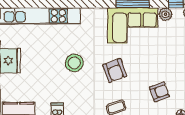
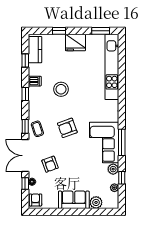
stool: (74, 63) -> (61, 89), moved

